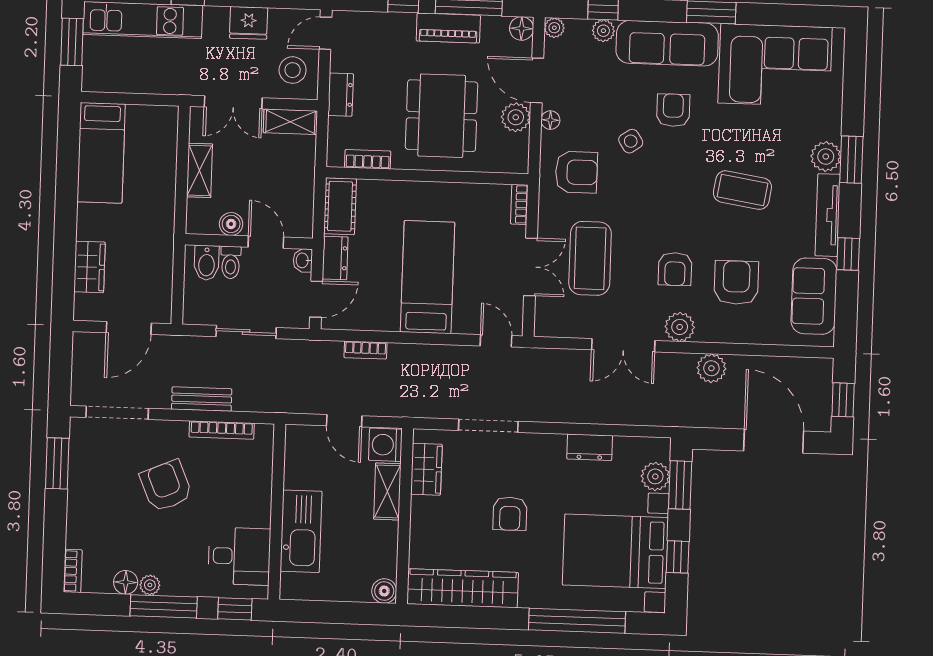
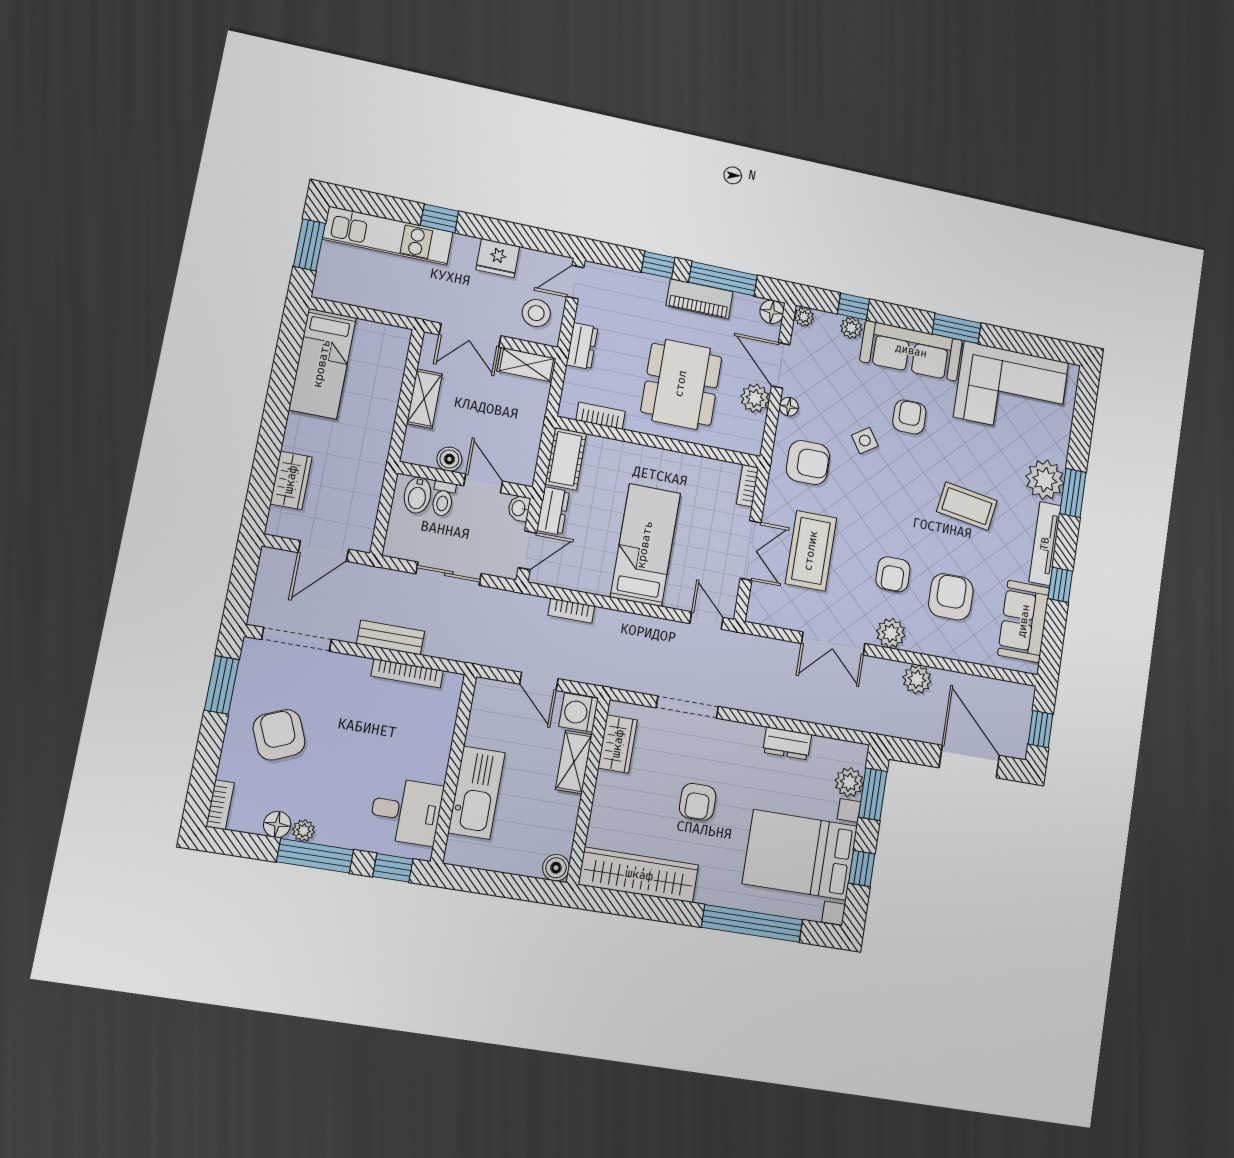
plant: (826, 156) -> (1045, 480), width x1.36, depth x1.36
armchair: (166, 486) -> (279, 735), moved

